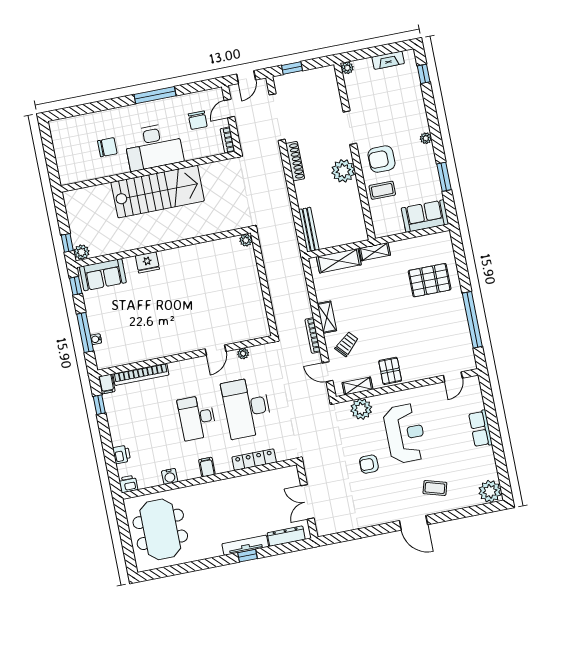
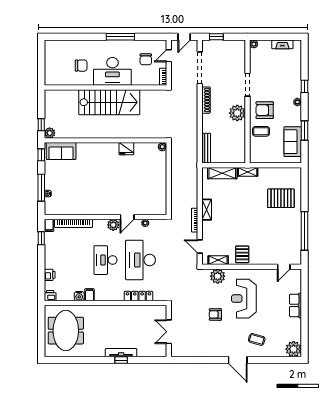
window: (424, 74) -> (304, 86), moved
sofa: (425, 216) -> (293, 142), moved, turned -90
fridge: (147, 262) -> (126, 149), moved
trolley: (347, 344) -> (216, 230), removed
plant: (198, 365) -> (113, 225), added
reception desk: (405, 433) -> (244, 299), turned 180
filing cabinet: (207, 467) -> (89, 295), moved
dresser: (286, 536) -> (150, 352), removed

